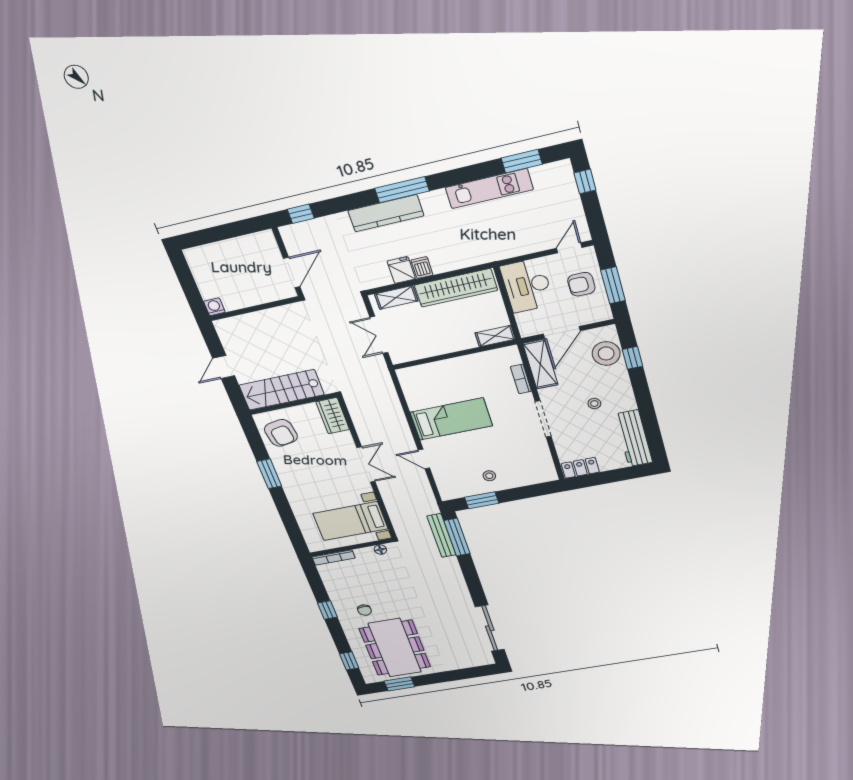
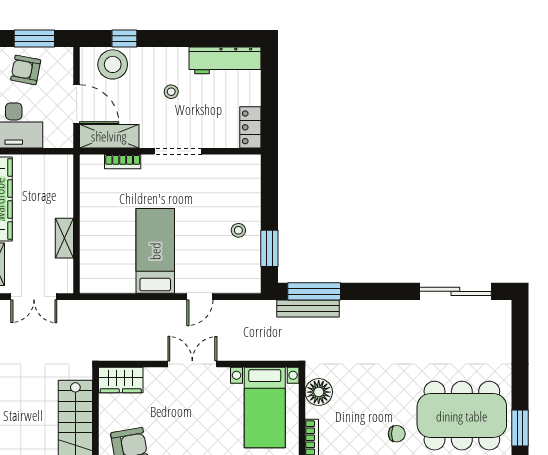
armchair: (581, 284) -> (26, 70), turned 101
shelving: (495, 336) -> (64, 238), moved
floor lamp: (380, 550) -> (319, 392), width x1.89, depth x1.89

